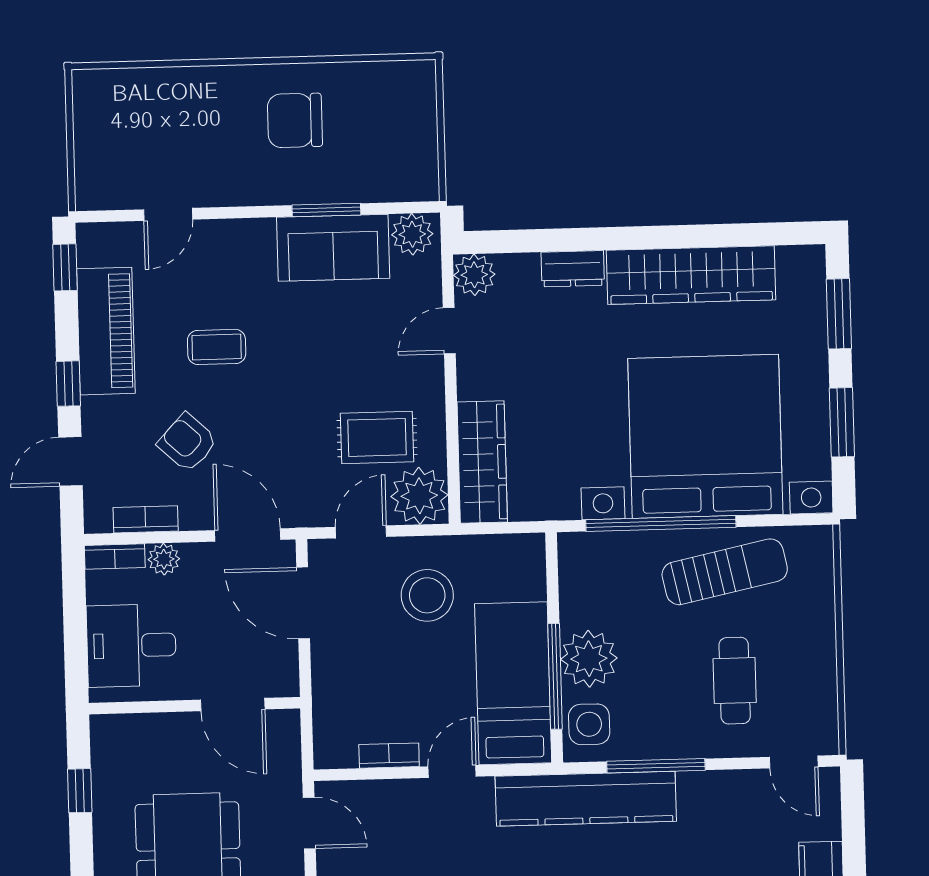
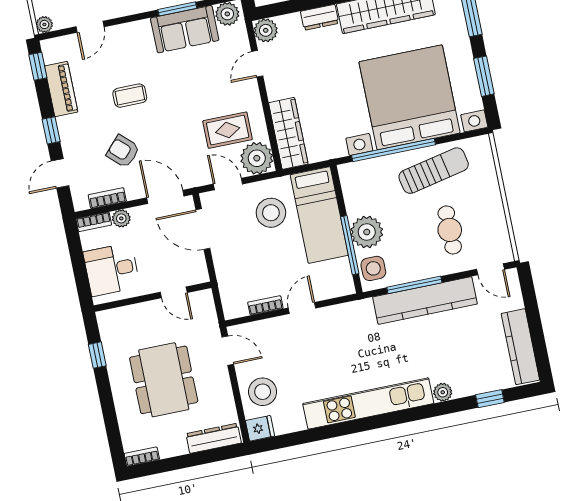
plant: (89, 196) -> (44, 24), added
piano: (106, 331) -> (61, 89), width x0.73, depth x0.75
door: (361, 532) -> (228, 184), hinge flipped
bed: (513, 683) -> (319, 215), moved, turned 180
door: (233, 705) -> (174, 292), width x0.73
kitchen counter: (586, 799) -> (425, 301), moved

